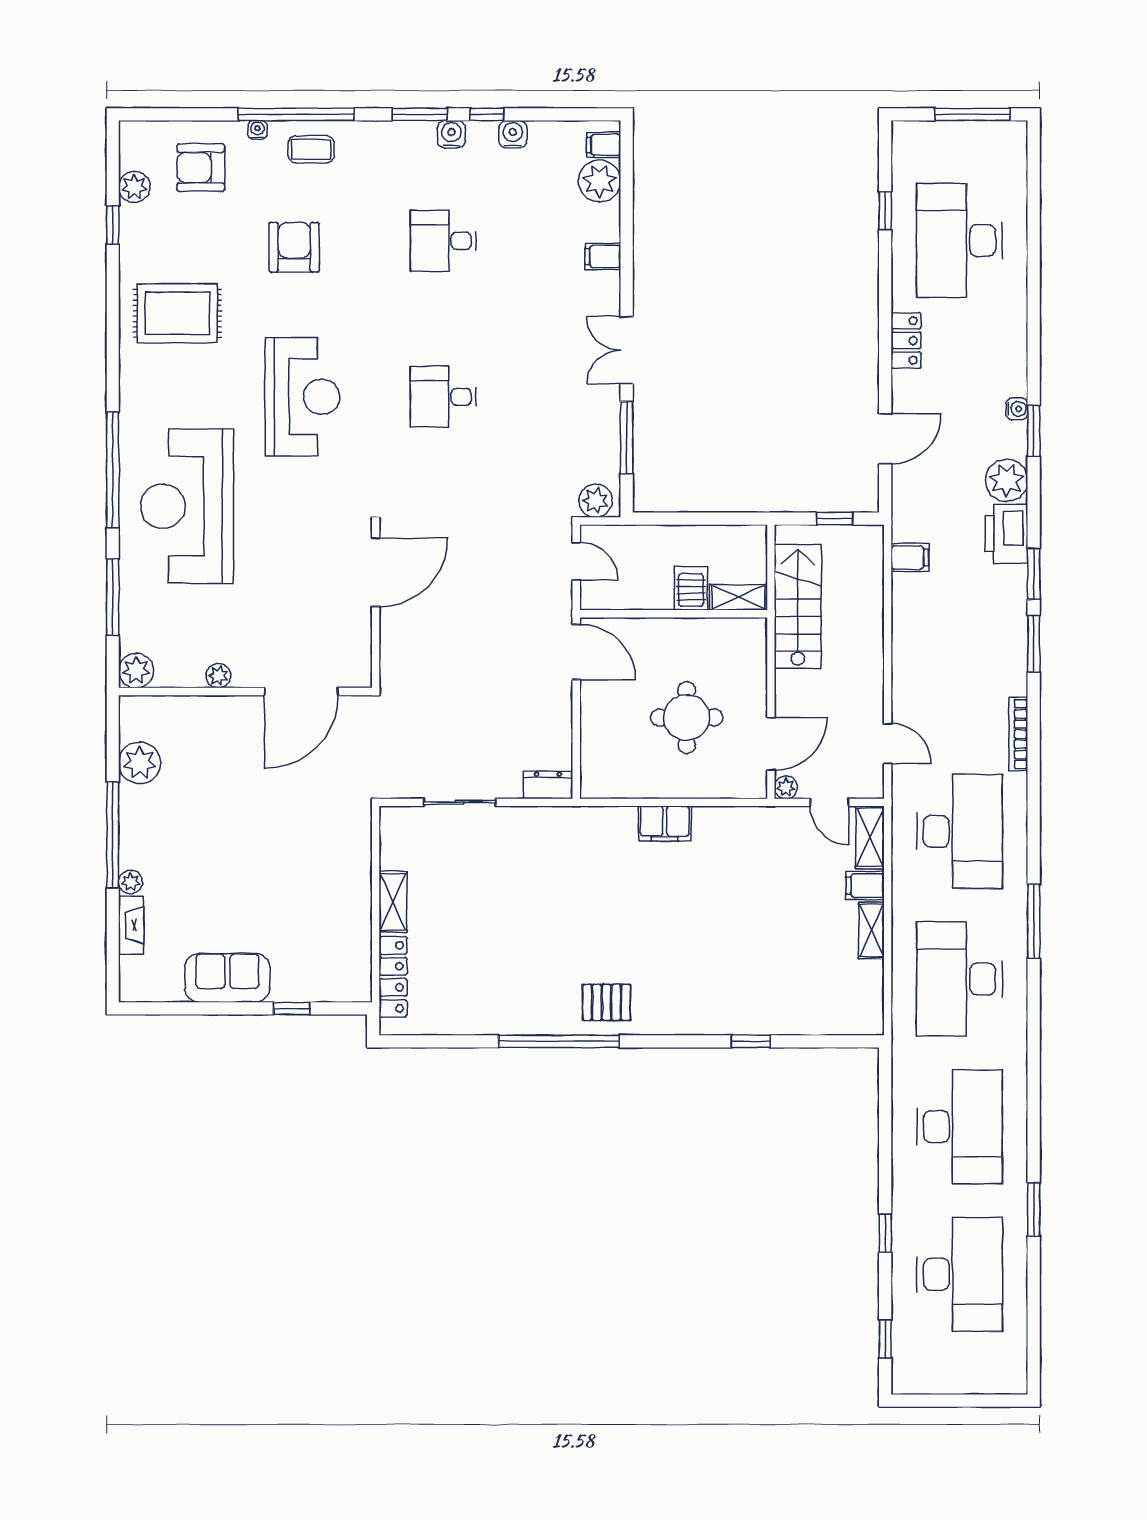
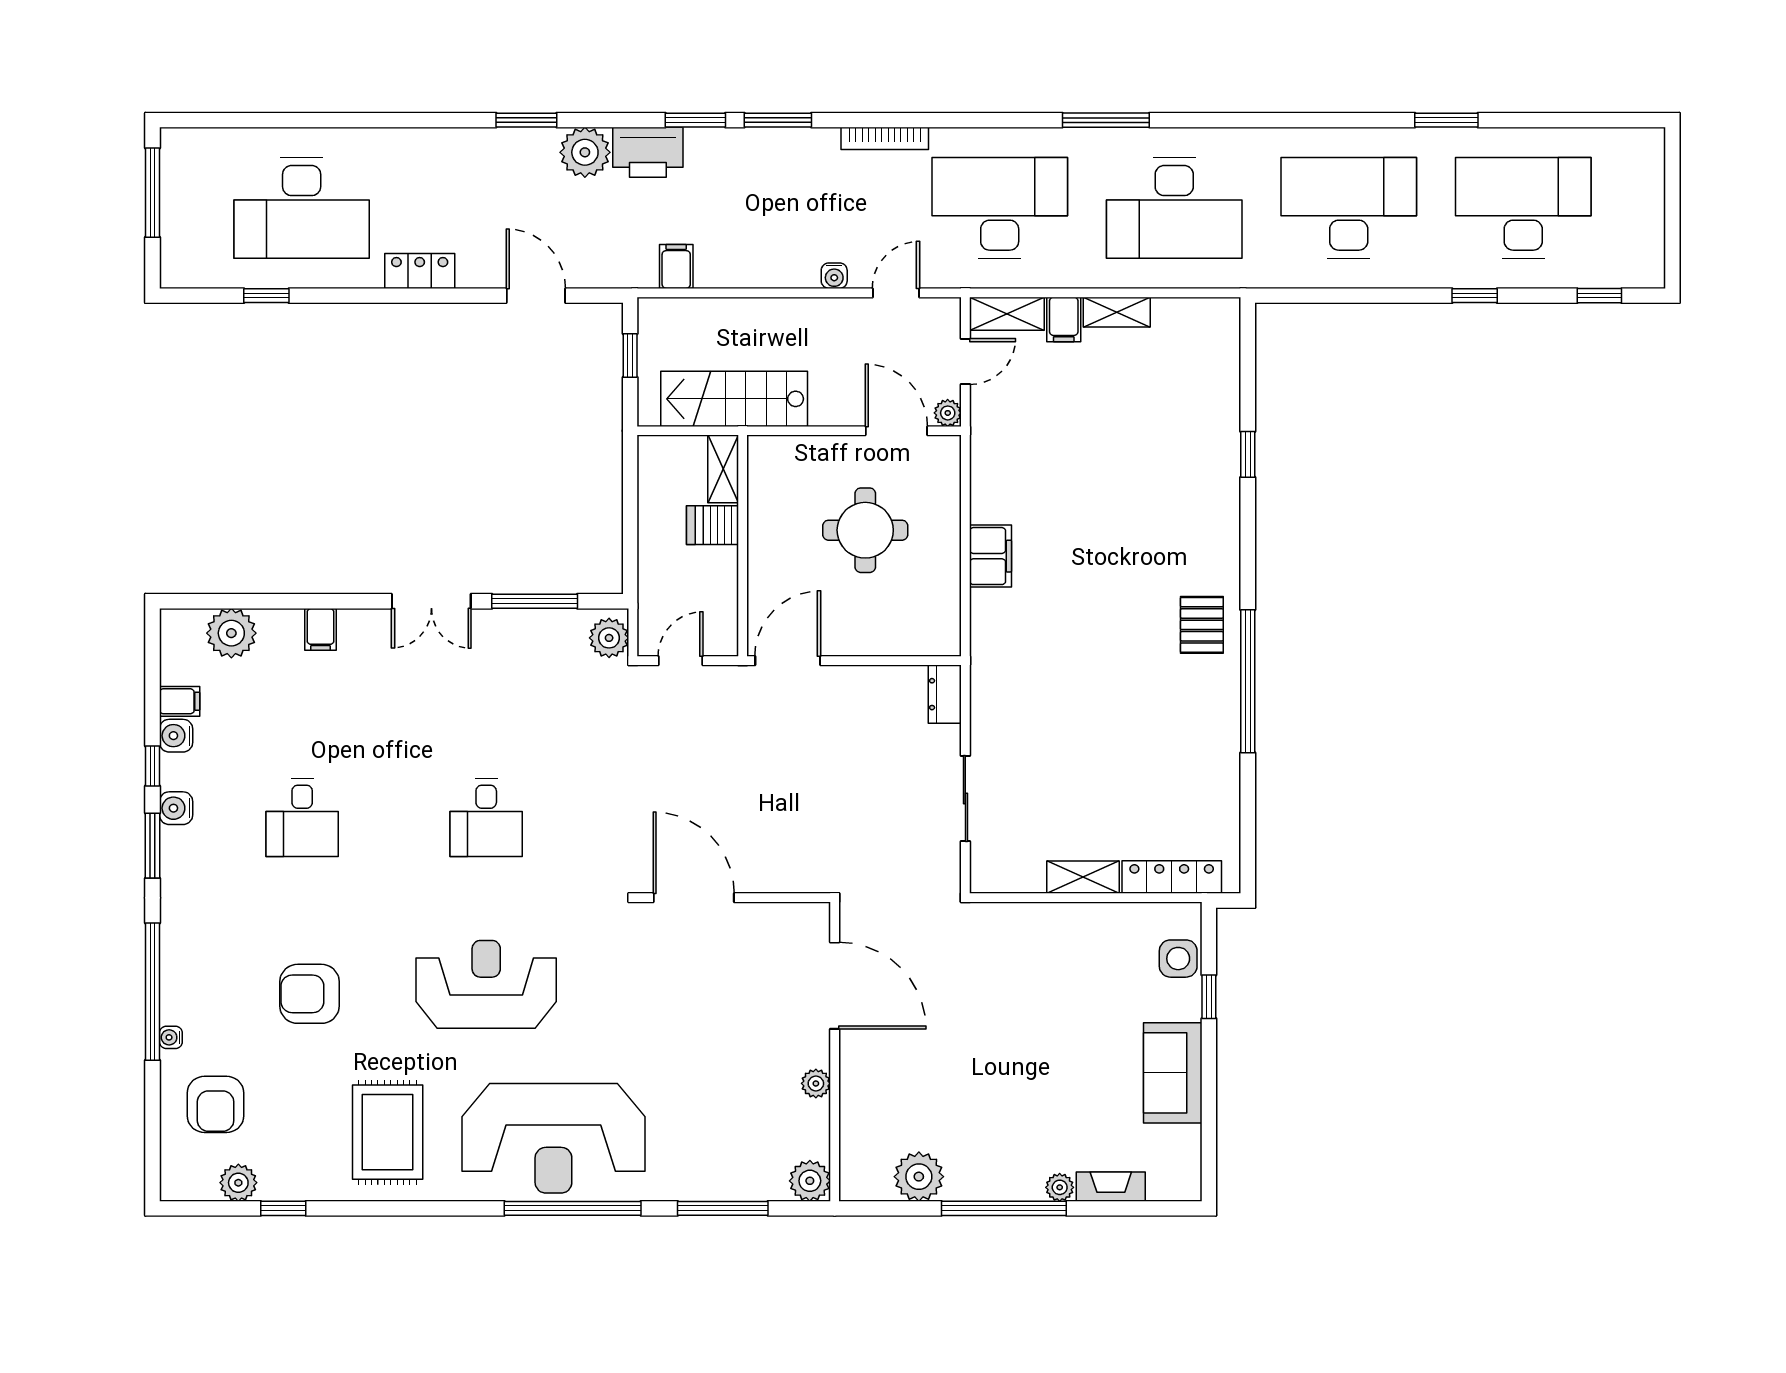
filing cabinet: (604, 145) -> (180, 701), moved, turned -90
coffee table: (311, 149) -> (194, 974), removed
water cooler: (1017, 409) -> (834, 276), moved, turned 180
reception desk: (187, 506) -> (553, 1138), moved
side table: (324, 982) -> (1178, 959), added

